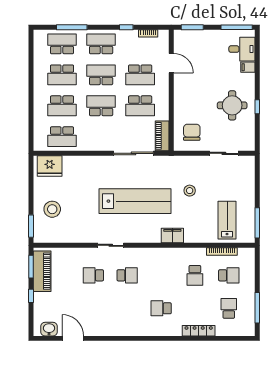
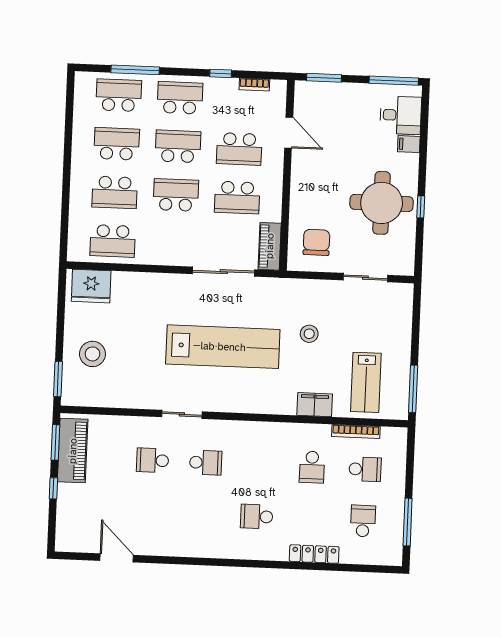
school desk: (62, 75) -> (117, 144), turned 180
round table: (232, 105) -> (382, 203), width x1.36, depth x1.36
lab bench: (227, 220) -> (366, 382), turned 180
filing cabinet: (172, 236) -> (315, 405), moved
washbasin: (49, 329) -> (80, 542), removed

